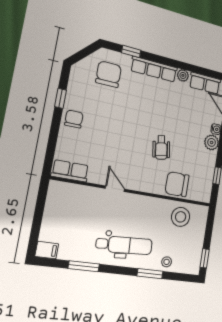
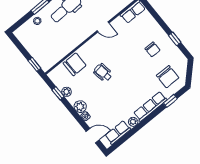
chair: (74, 119) -> (152, 49), moved
plant: (209, 168) -> (66, 92), added
stool: (181, 217) -> (55, 50), removed
window: (205, 258) -> (34, 64), moved

